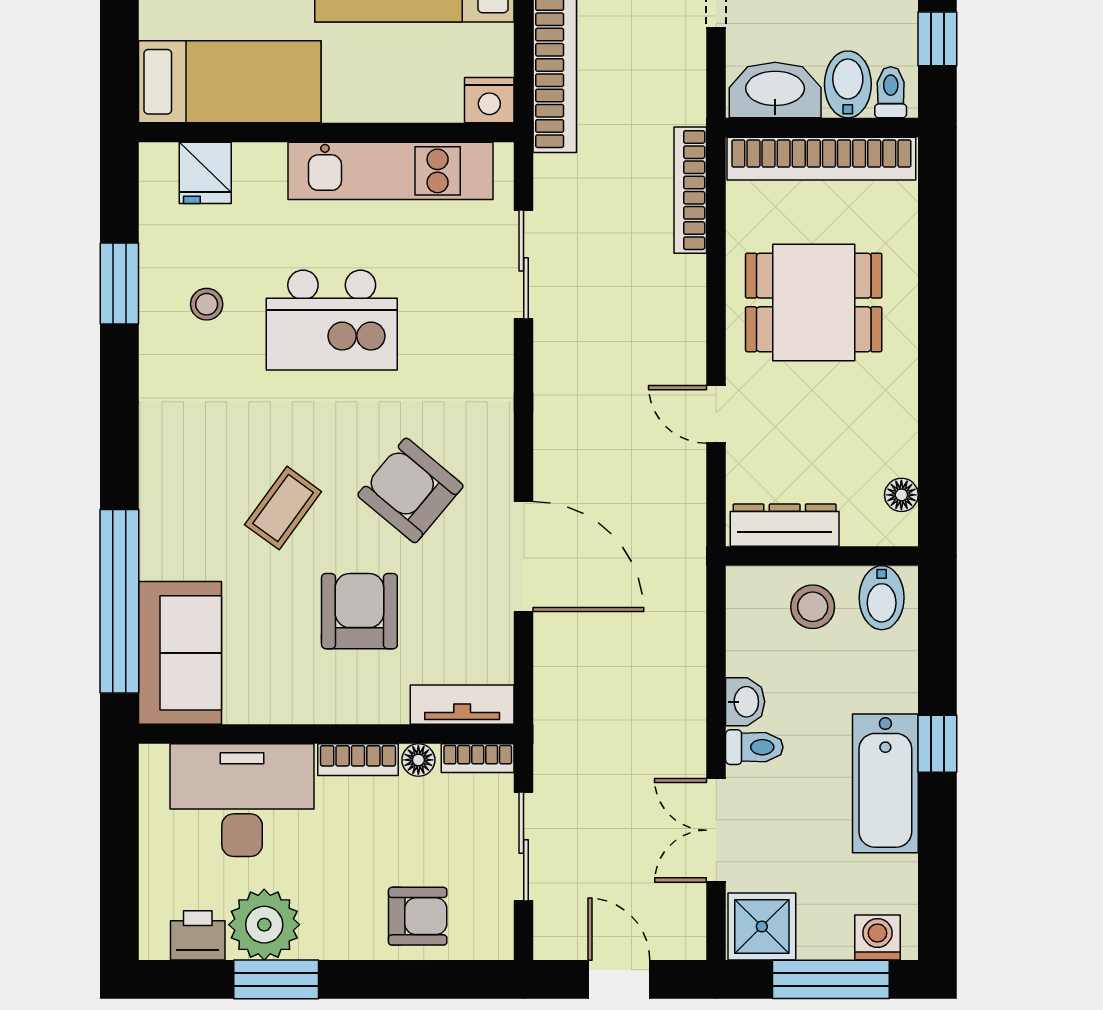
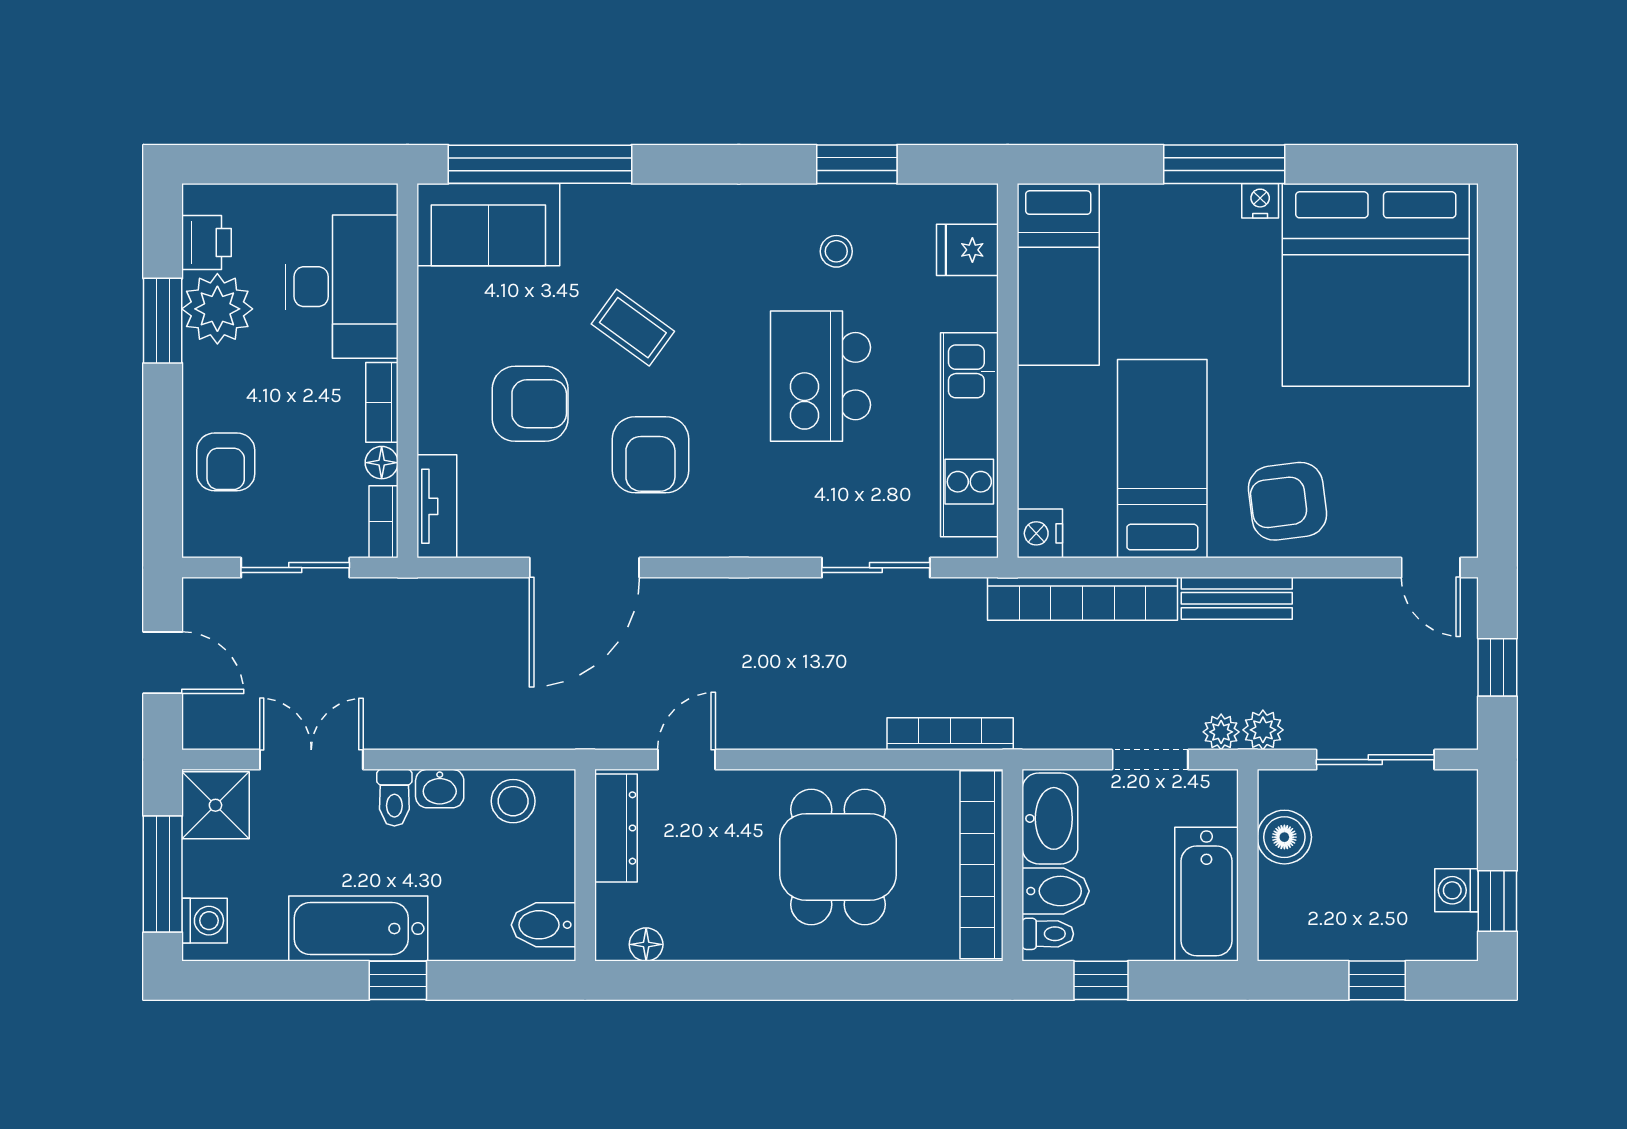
door: (716, 414) -> (687, 760), moved
armchair: (410, 490) -> (650, 455), turned 140
stool: (813, 607) -> (513, 801), moved
door: (619, 979) -> (163, 663), hinge flipped

